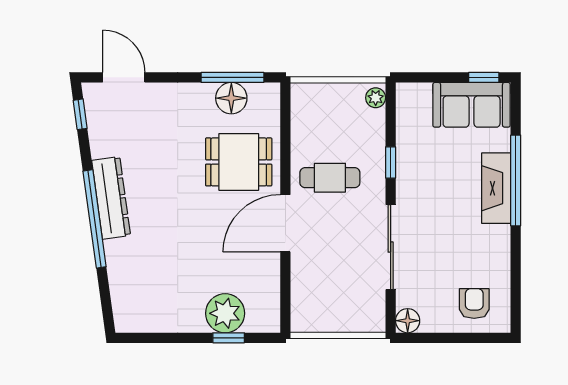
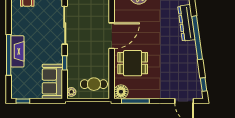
floor lamp: (231, 98) -> (121, 92), moved
sofa: (472, 105) -> (52, 81), moved, turned -90
cafe table: (330, 178) -> (94, 84), moved
dresser: (111, 198) -> (186, 23), moved

